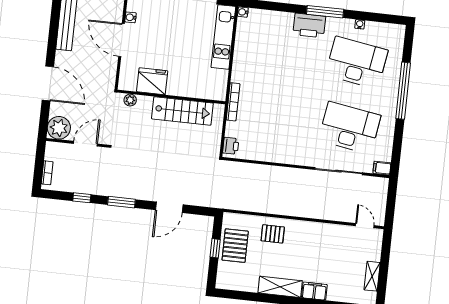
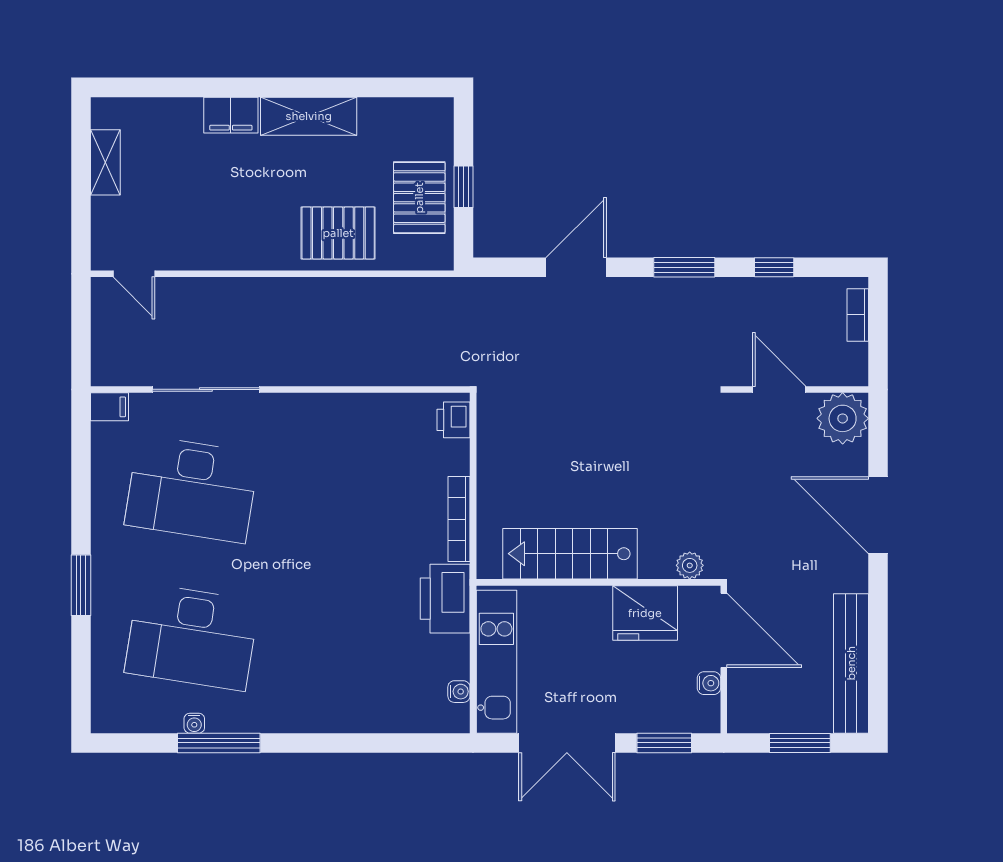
water cooler: (243, 12) -> (459, 692), moved
window: (325, 12) -> (219, 743), moved
printer: (309, 25) -> (445, 599), moved, turned -90
fridge: (152, 81) -> (645, 613), moved
window: (403, 91) -> (81, 585), width x0.47
wall: (171, 97) -> (598, 582), moved
plant: (130, 100) -> (690, 565), moved
stairs: (182, 111) -> (570, 554), moved
door: (85, 144) -> (779, 389), swing flipped
pallet: (273, 234) -> (338, 233), width x1.50, depth x1.42

